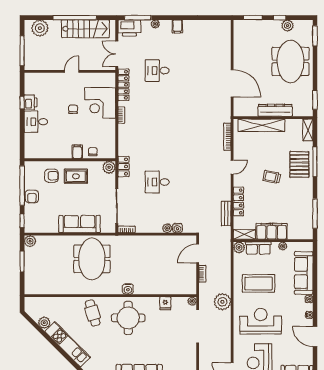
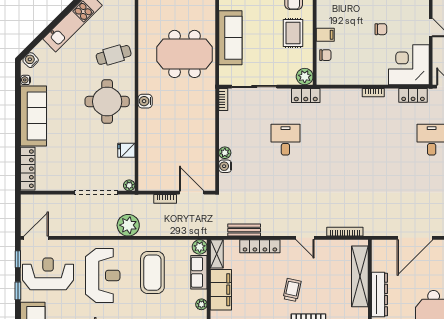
locker: (123, 85) -> (413, 95), width x0.66
corner desk: (100, 103) -> (409, 65), moved

